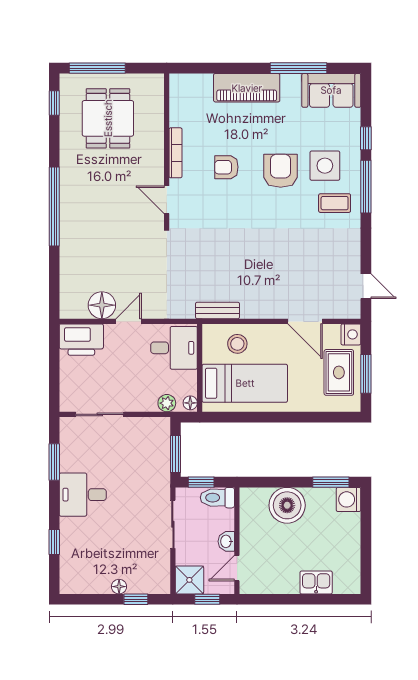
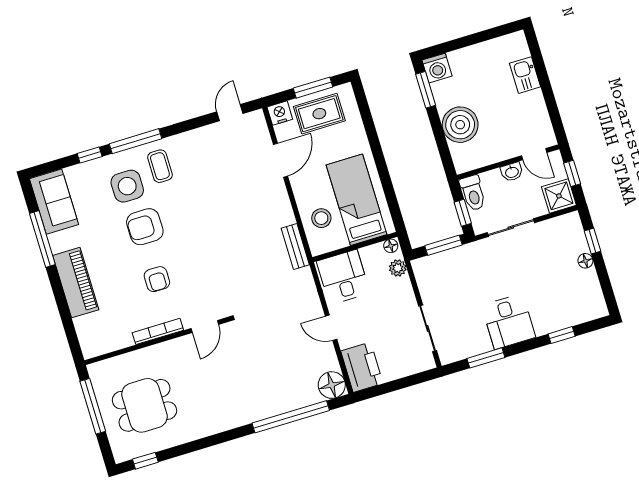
window: (97, 68) -> (93, 406), moved
window: (54, 206) -> (291, 417), moved
floor lamp: (102, 305) -> (332, 385), moved

